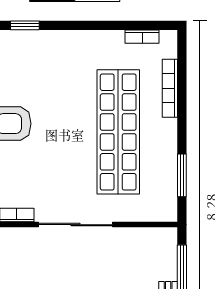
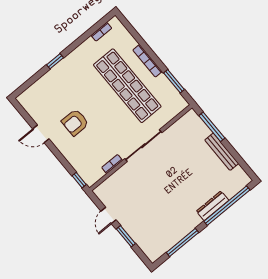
window: (25, 25) -> (55, 61), moved
bookcase: (170, 88) -> (148, 61), moved

